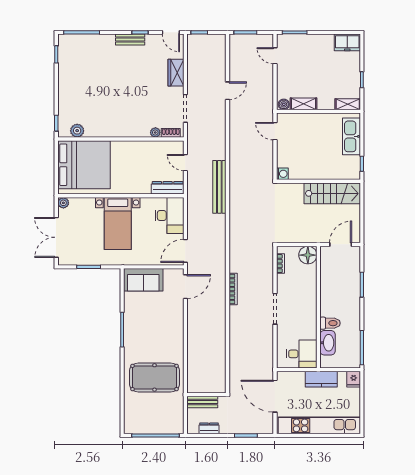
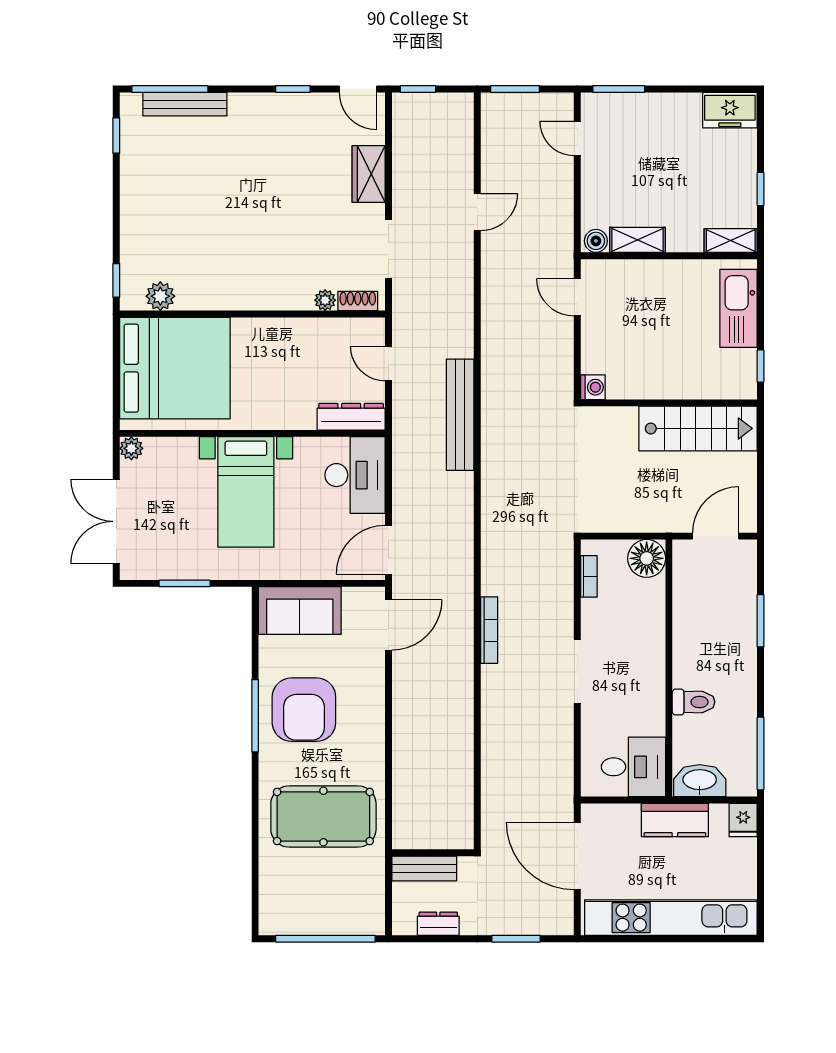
bench: (130, 40) -> (185, 104), moved, width x1.36
armchair: (145, 327) -> (304, 710), added
washbasin: (328, 343) -> (700, 781), moved, turned -90

